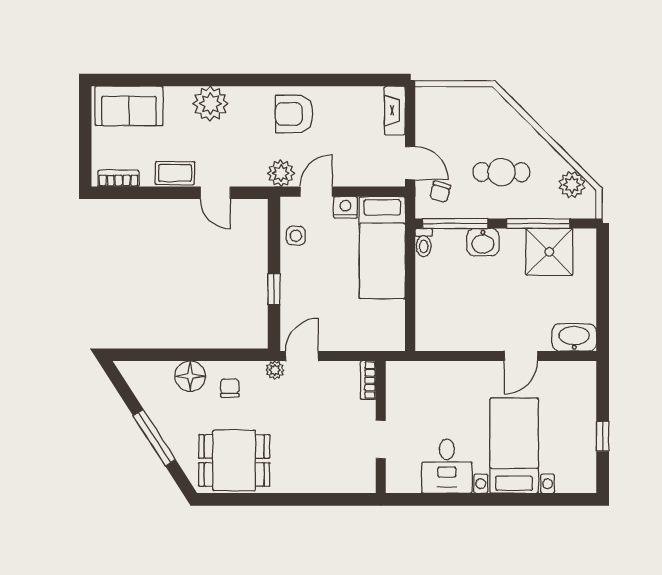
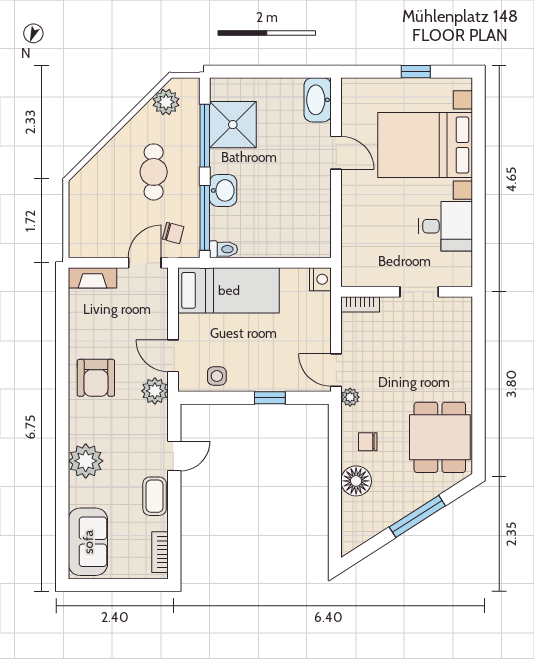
nightstand: (346, 207) -> (320, 279), moved, turned 180
bed with nightstands: (514, 446) -> (425, 145), width x1.36

